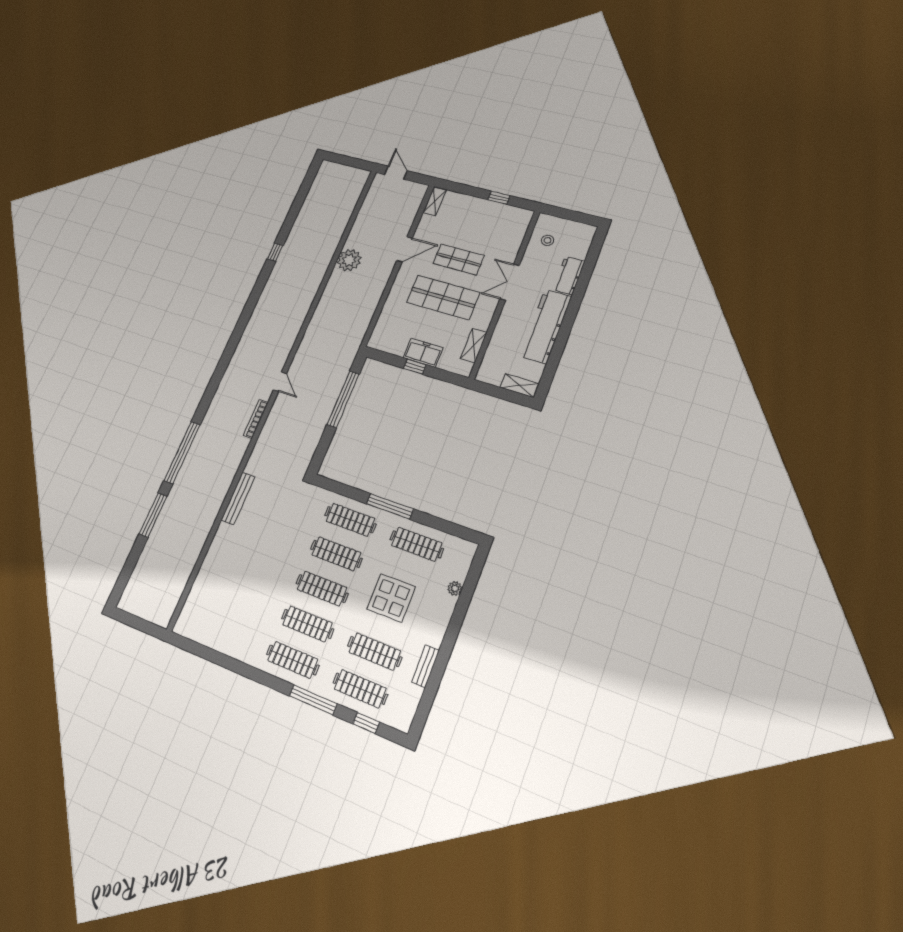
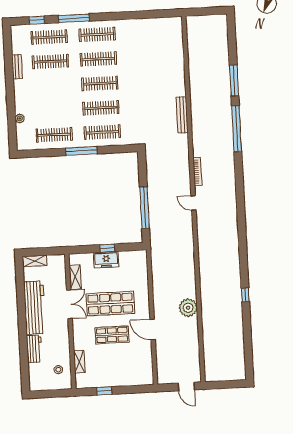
shelving: (435, 201) -> (79, 362), moved
door: (405, 249) -> (153, 329), hinge flipped
double door: (510, 282) -> (69, 304), moved
display table: (391, 598) -> (55, 96), removed

